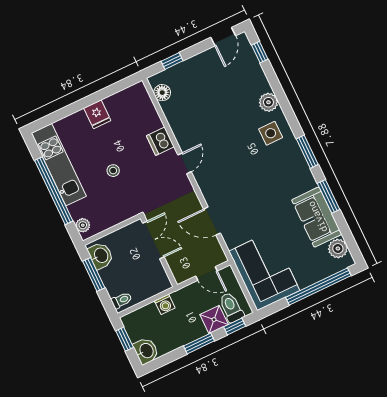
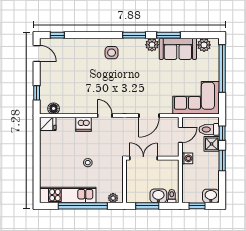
plant: (268, 102) -> (152, 45), moved
fridge: (97, 114) -> (48, 124), moved
washbasin: (101, 256) -> (158, 196), moved
washing machine: (165, 304) -> (187, 158), moved

